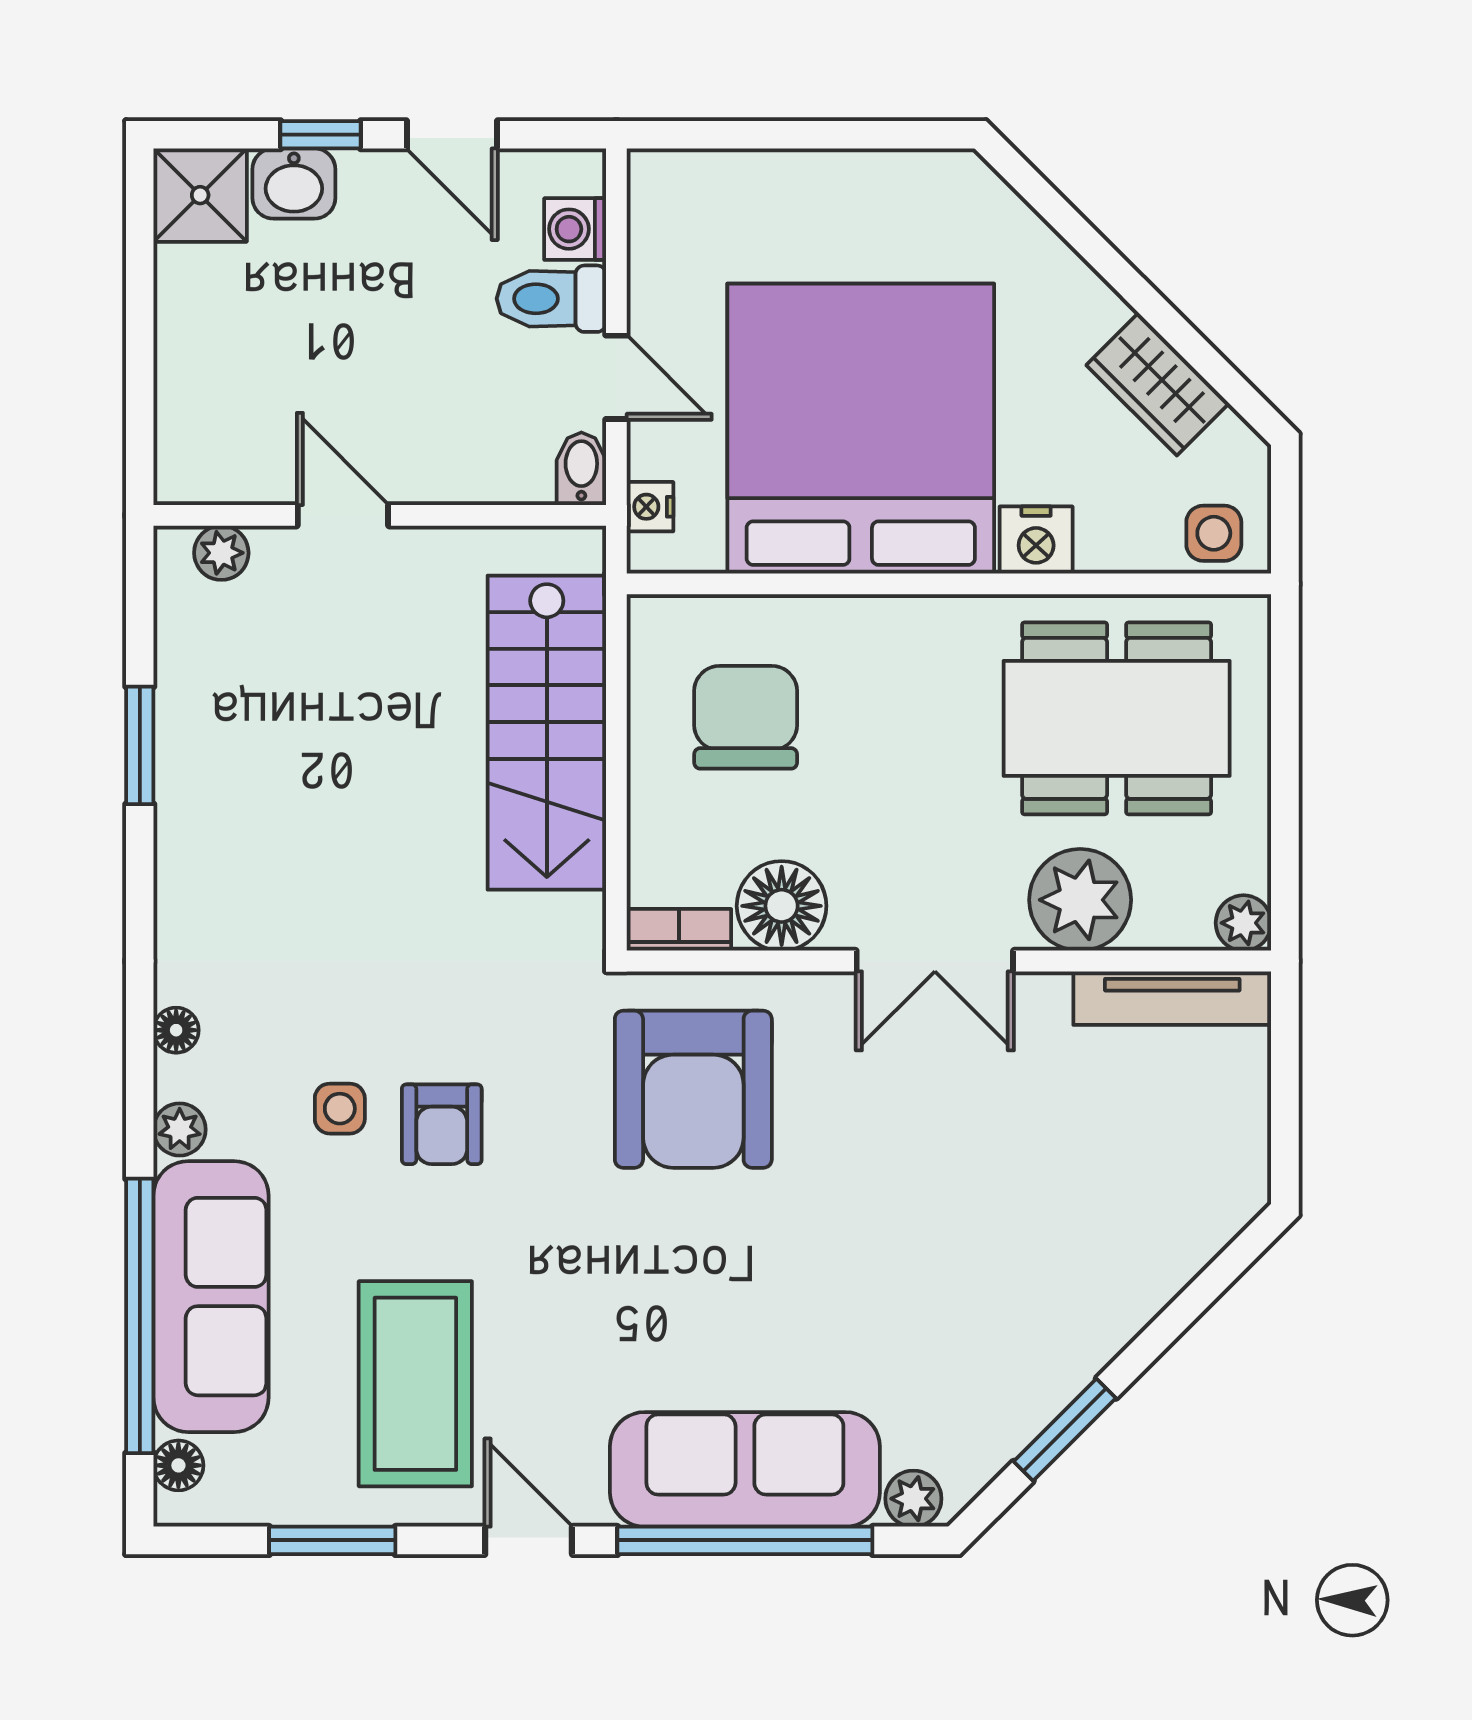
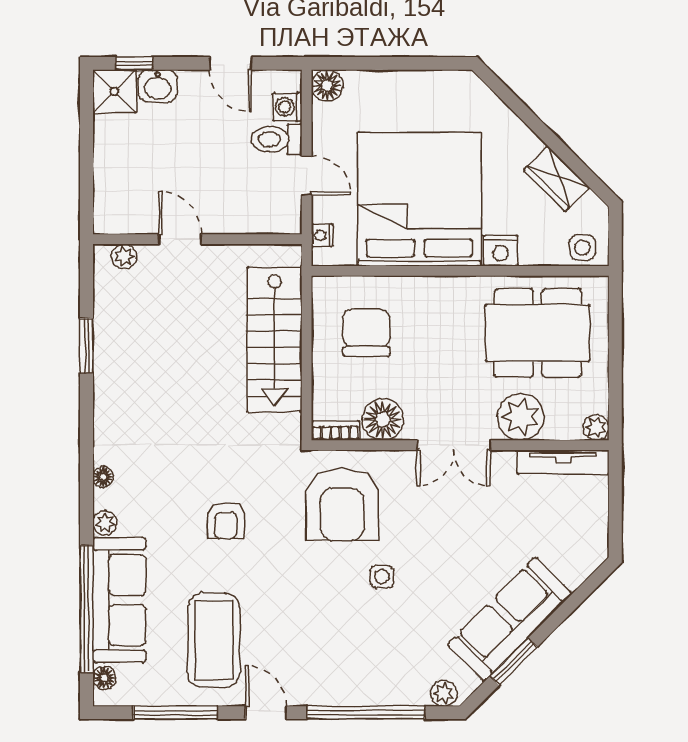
window: (321, 135) -> (134, 63), moved
floor lamp: (661, 183) -> (327, 86), added
bidet: (581, 469) -> (290, 218), removed
side table: (340, 1109) -> (382, 577), moved
sofa: (745, 1469) -> (510, 619), moved, turned -45
window: (332, 1540) -> (175, 713), width x1.44

